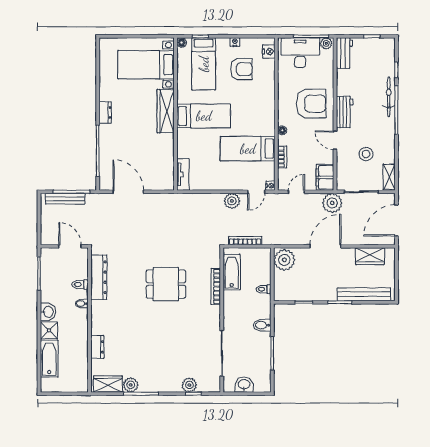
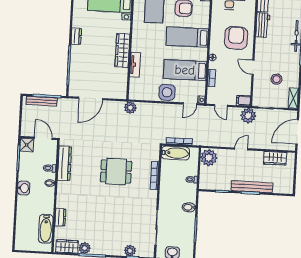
armchair: (311, 104) -> (236, 38), turned -89
wardrobe: (166, 111) -> (122, 50), moved
workbench: (345, 112) -> (263, 25), moved
bed: (204, 116) -> (187, 37), moved, turned 180
tv unit: (183, 174) -> (135, 65), moved
filing cabinet: (325, 177) -> (243, 101), width x0.50
side table: (226, 179) -> (167, 92), added
door: (128, 192) -> (91, 98), swing flipped
door: (296, 192) -> (221, 105), swing flipped
plant: (232, 201) -> (130, 108), moved
door: (325, 246) -> (241, 149), width x0.53
bathtub: (232, 272) -> (175, 153), moved, turned 90
bench: (364, 294) -> (252, 187), moved
shower: (49, 330) -> (27, 145), moved
bathtub: (49, 359) -> (46, 229), moved, turned 180

